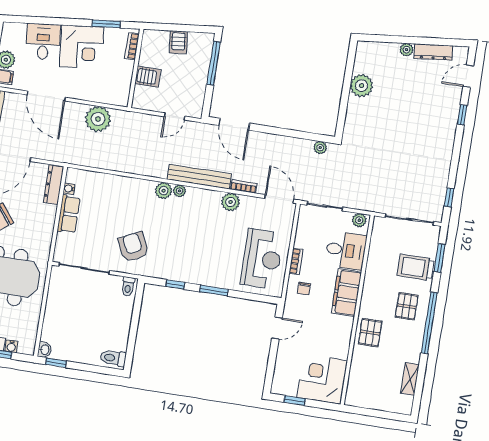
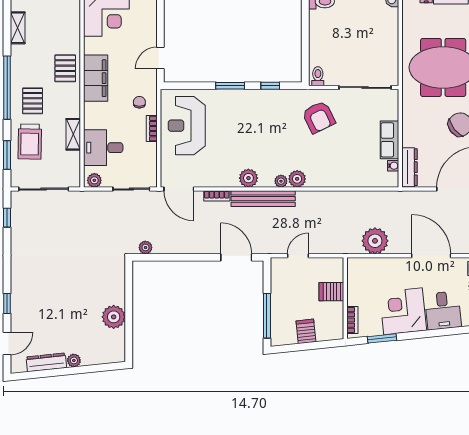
plant: (231, 202) -> (248, 178), moved
trolley: (416, 267) -> (30, 142), turned 91
shelving: (373, 268) -> (73, 134), added
filing cabinet: (346, 293) -> (96, 78), moved

